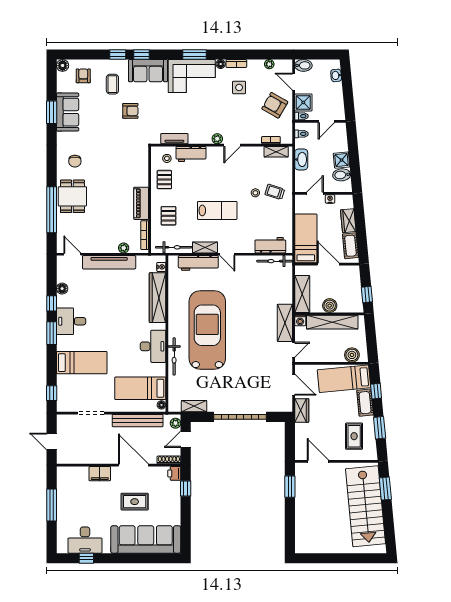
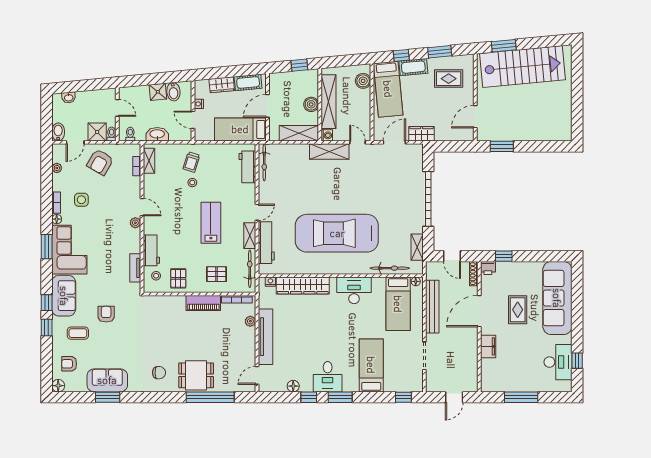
pallet: (164, 180) -> (178, 278), turned 90
bicycle: (174, 356) -> (390, 268), moved
plant: (175, 423) -> (435, 267), removed

